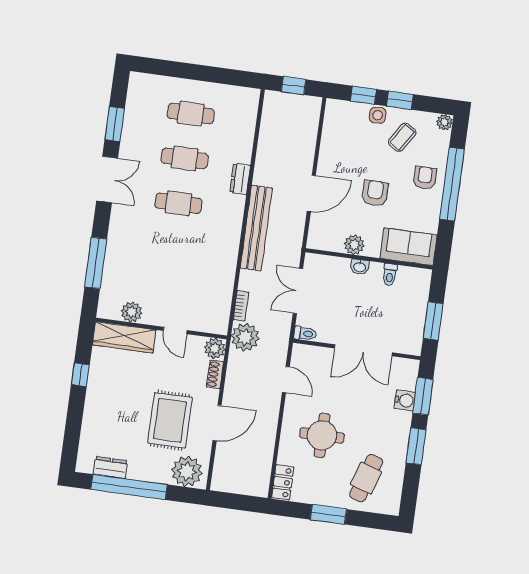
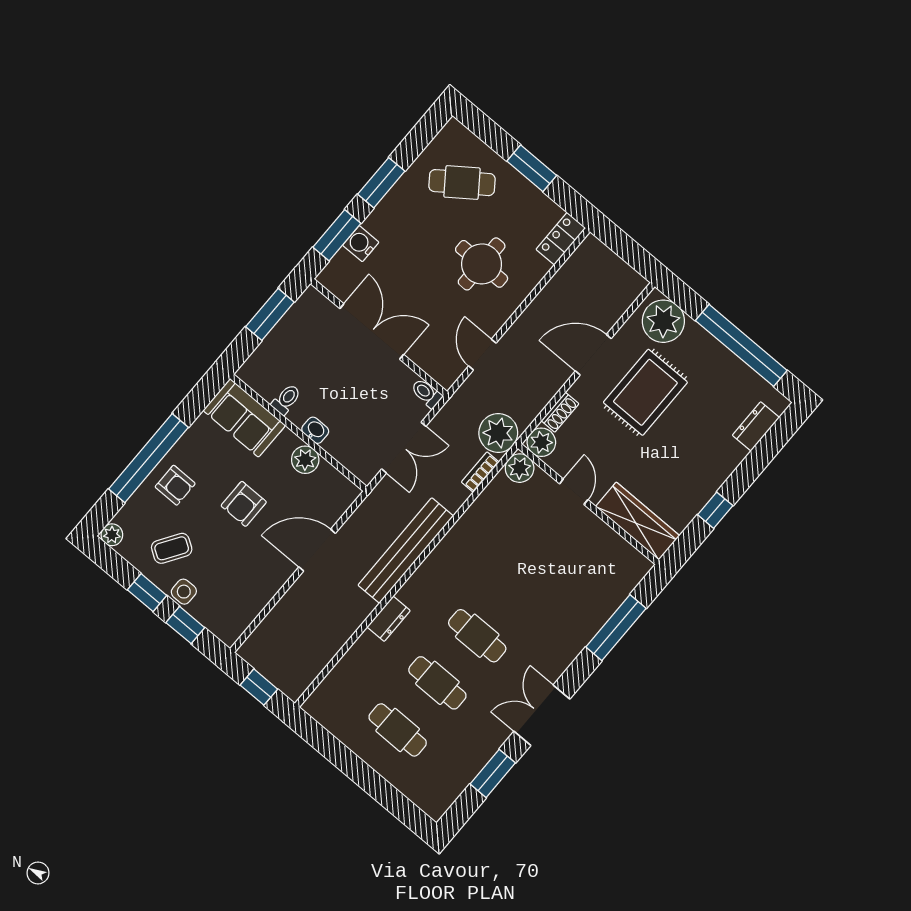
armchair: (425, 178) -> (175, 485), turned -90
plant: (132, 312) -> (520, 468), moved
dresser: (110, 467) -> (756, 426), moved, turned 90
cafe table: (366, 478) -> (462, 183), turned 36

